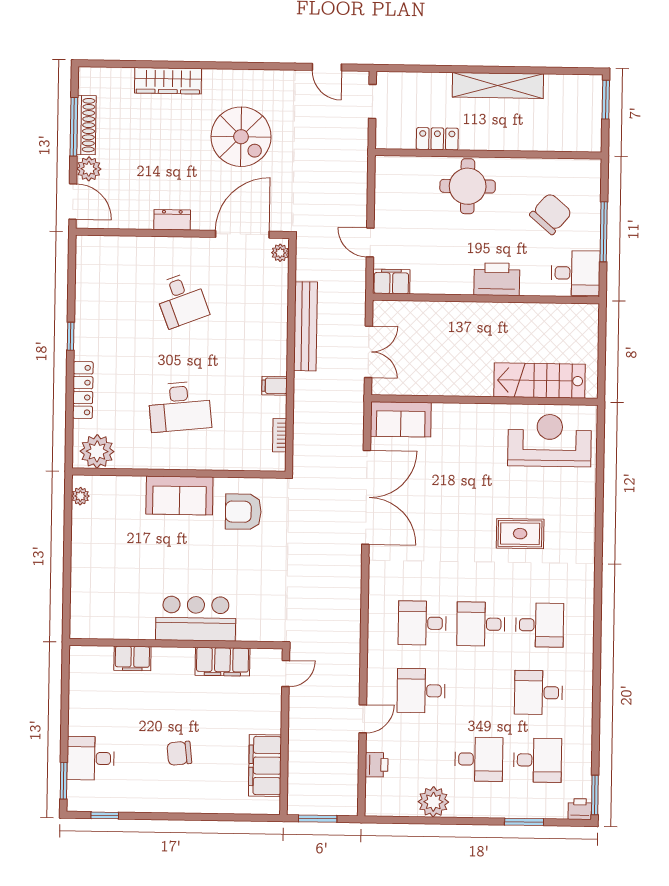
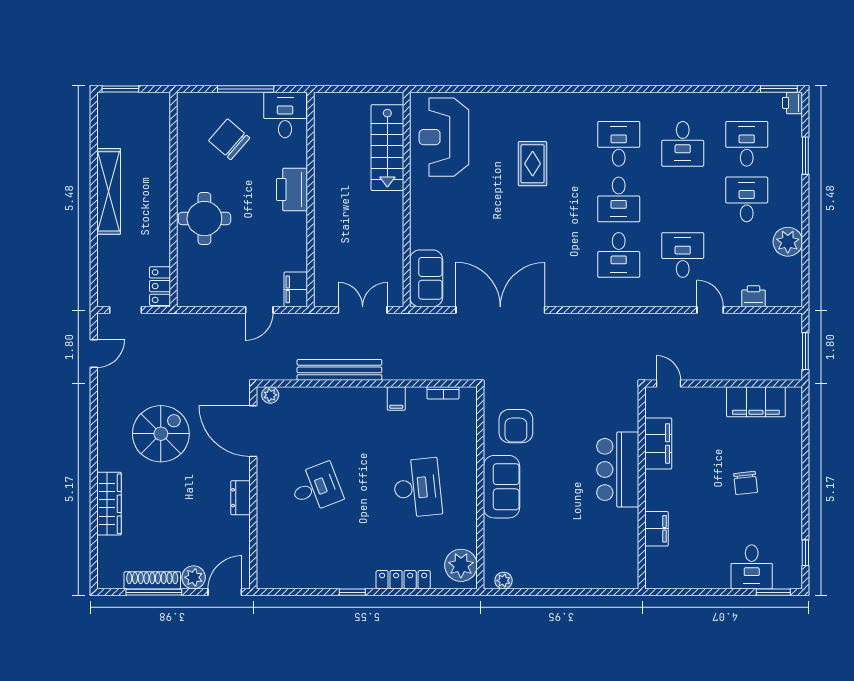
locker: (437, 139) -> (160, 286), moved
desk: (421, 691) -> (683, 255), turned 180

